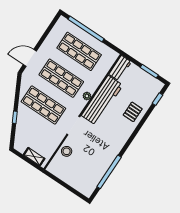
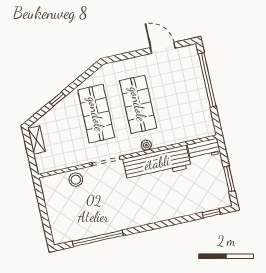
shop shelf: (79, 51) -> (180, 95), removed
door: (30, 58) -> (163, 48), moved
pallet: (133, 112) -> (176, 203), removed
shelving: (34, 157) -> (36, 140), moved

